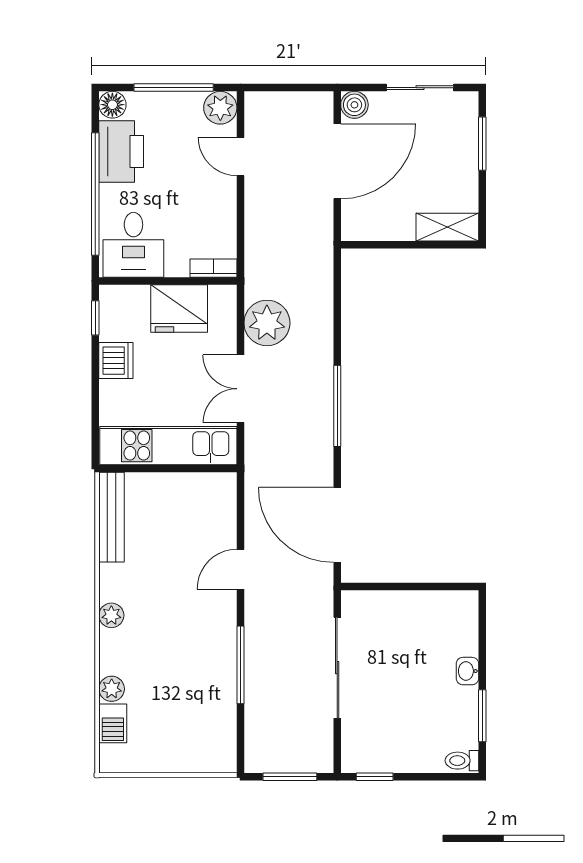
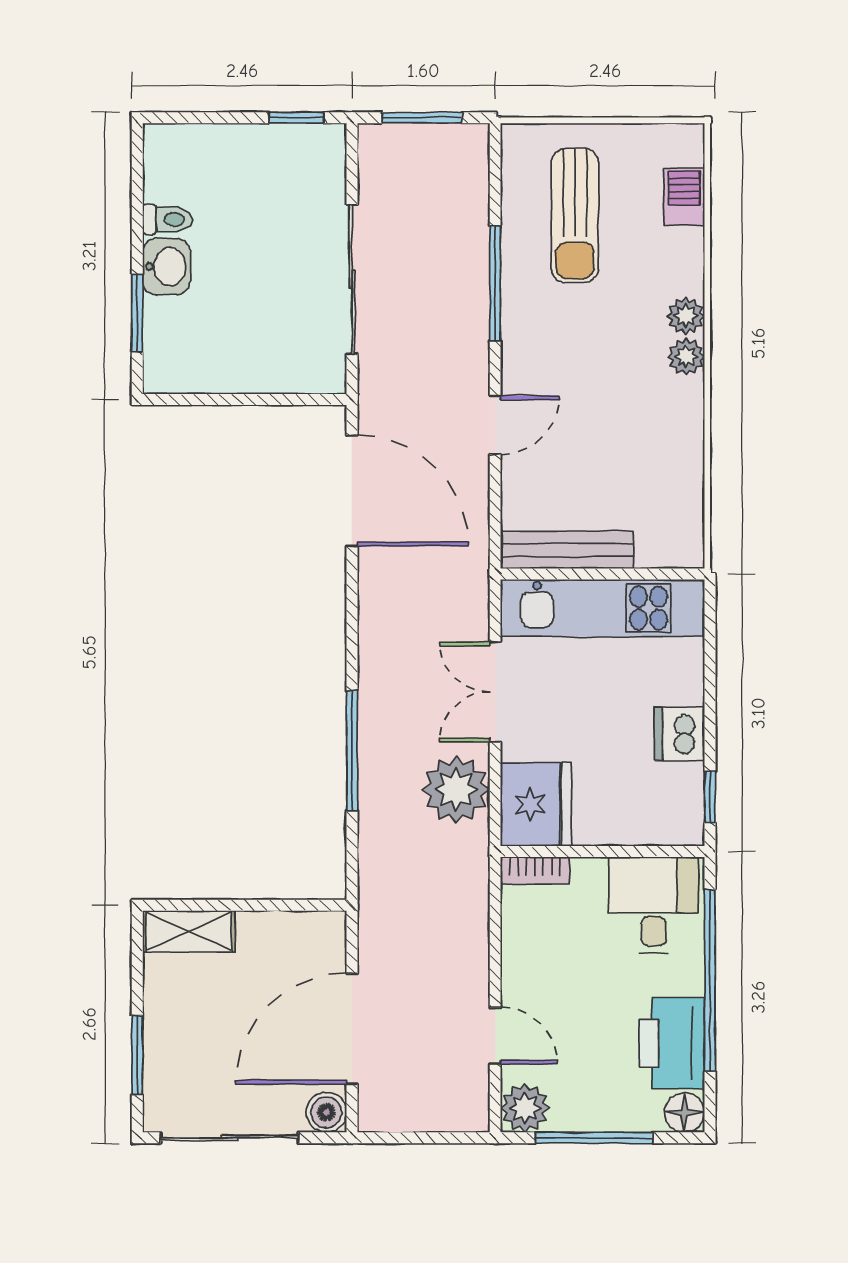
sliding door: (420, 88) -> (229, 1138), width x1.37
fridge: (179, 309) -> (536, 804), moved, turned 90
double door: (240, 389) -> (495, 692), swing flipped
window: (337, 406) -> (352, 751), moved
bench: (112, 517) -> (567, 550), moved, turned 90
washbasin: (467, 671) -> (167, 266), width x1.38, depth x1.45
plant: (112, 689) -> (686, 316), moved
sun lounger: (186, 711) -> (575, 215), added
window: (482, 716) -> (137, 313), moved
toilet: (462, 761) -> (167, 219), moved

